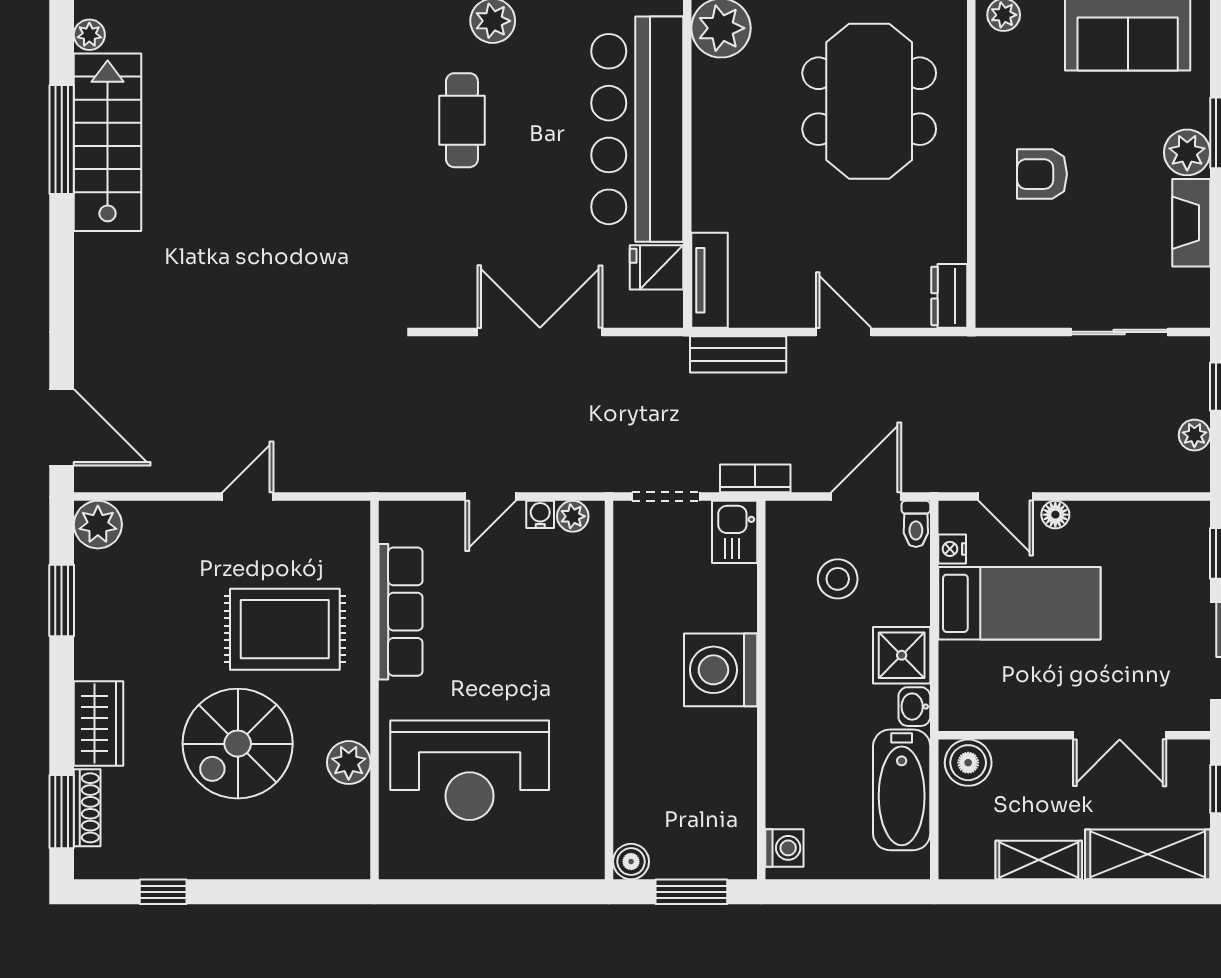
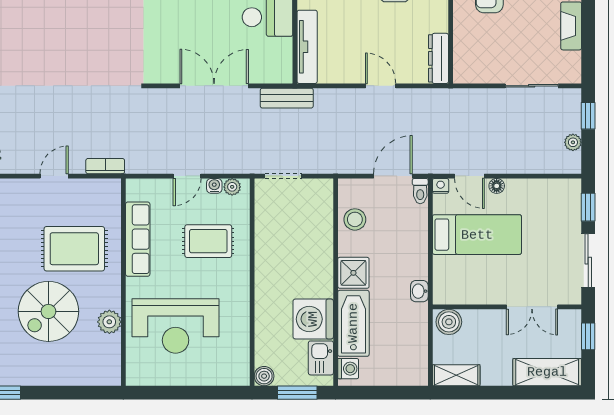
fridge: (657, 267) -> (278, 50), removed
tv unit: (710, 280) -> (307, 47), width x1.41
dresser: (949, 296) -> (438, 58), width x1.44
bench: (738, 354) -> (287, 98), moved
bookcase: (755, 478) -> (105, 166), moved
kitchen sink: (735, 532) -> (321, 358), moved
nightstand: (952, 549) -> (441, 186), moved, turned 90
stool: (838, 579) -> (355, 219), moved
rug: (529, 615) -> (208, 241), added
shower: (902, 655) -> (353, 273), moved
washing machine: (721, 670) -> (313, 319), moved
bathtub: (902, 790) -> (353, 323), moved, turned 180
shelving: (1039, 860) -> (456, 375), moved

